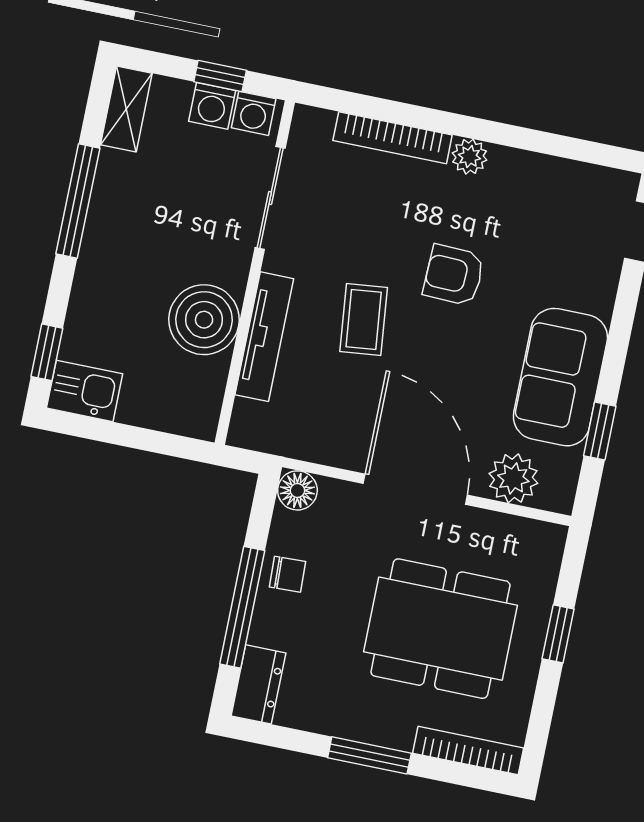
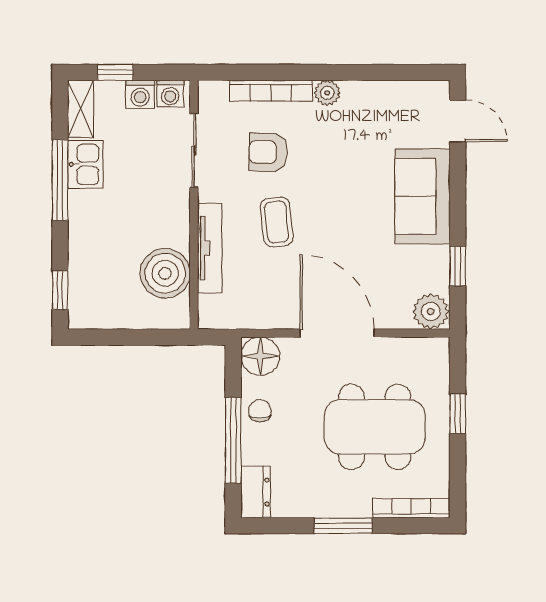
window: (220, 76) -> (115, 72), moved
armchair: (454, 275) -> (268, 152), moved
boiler: (204, 320) -> (165, 273), moved
sofa: (560, 377) -> (422, 196), moved
kitchen sink: (85, 391) -> (85, 164), moved, turned 90
plant: (513, 478) -> (431, 311), moved
floor lamp: (297, 490) -> (260, 356), width x1.38, depth x1.38
chair: (287, 574) -> (260, 411), turned -88

